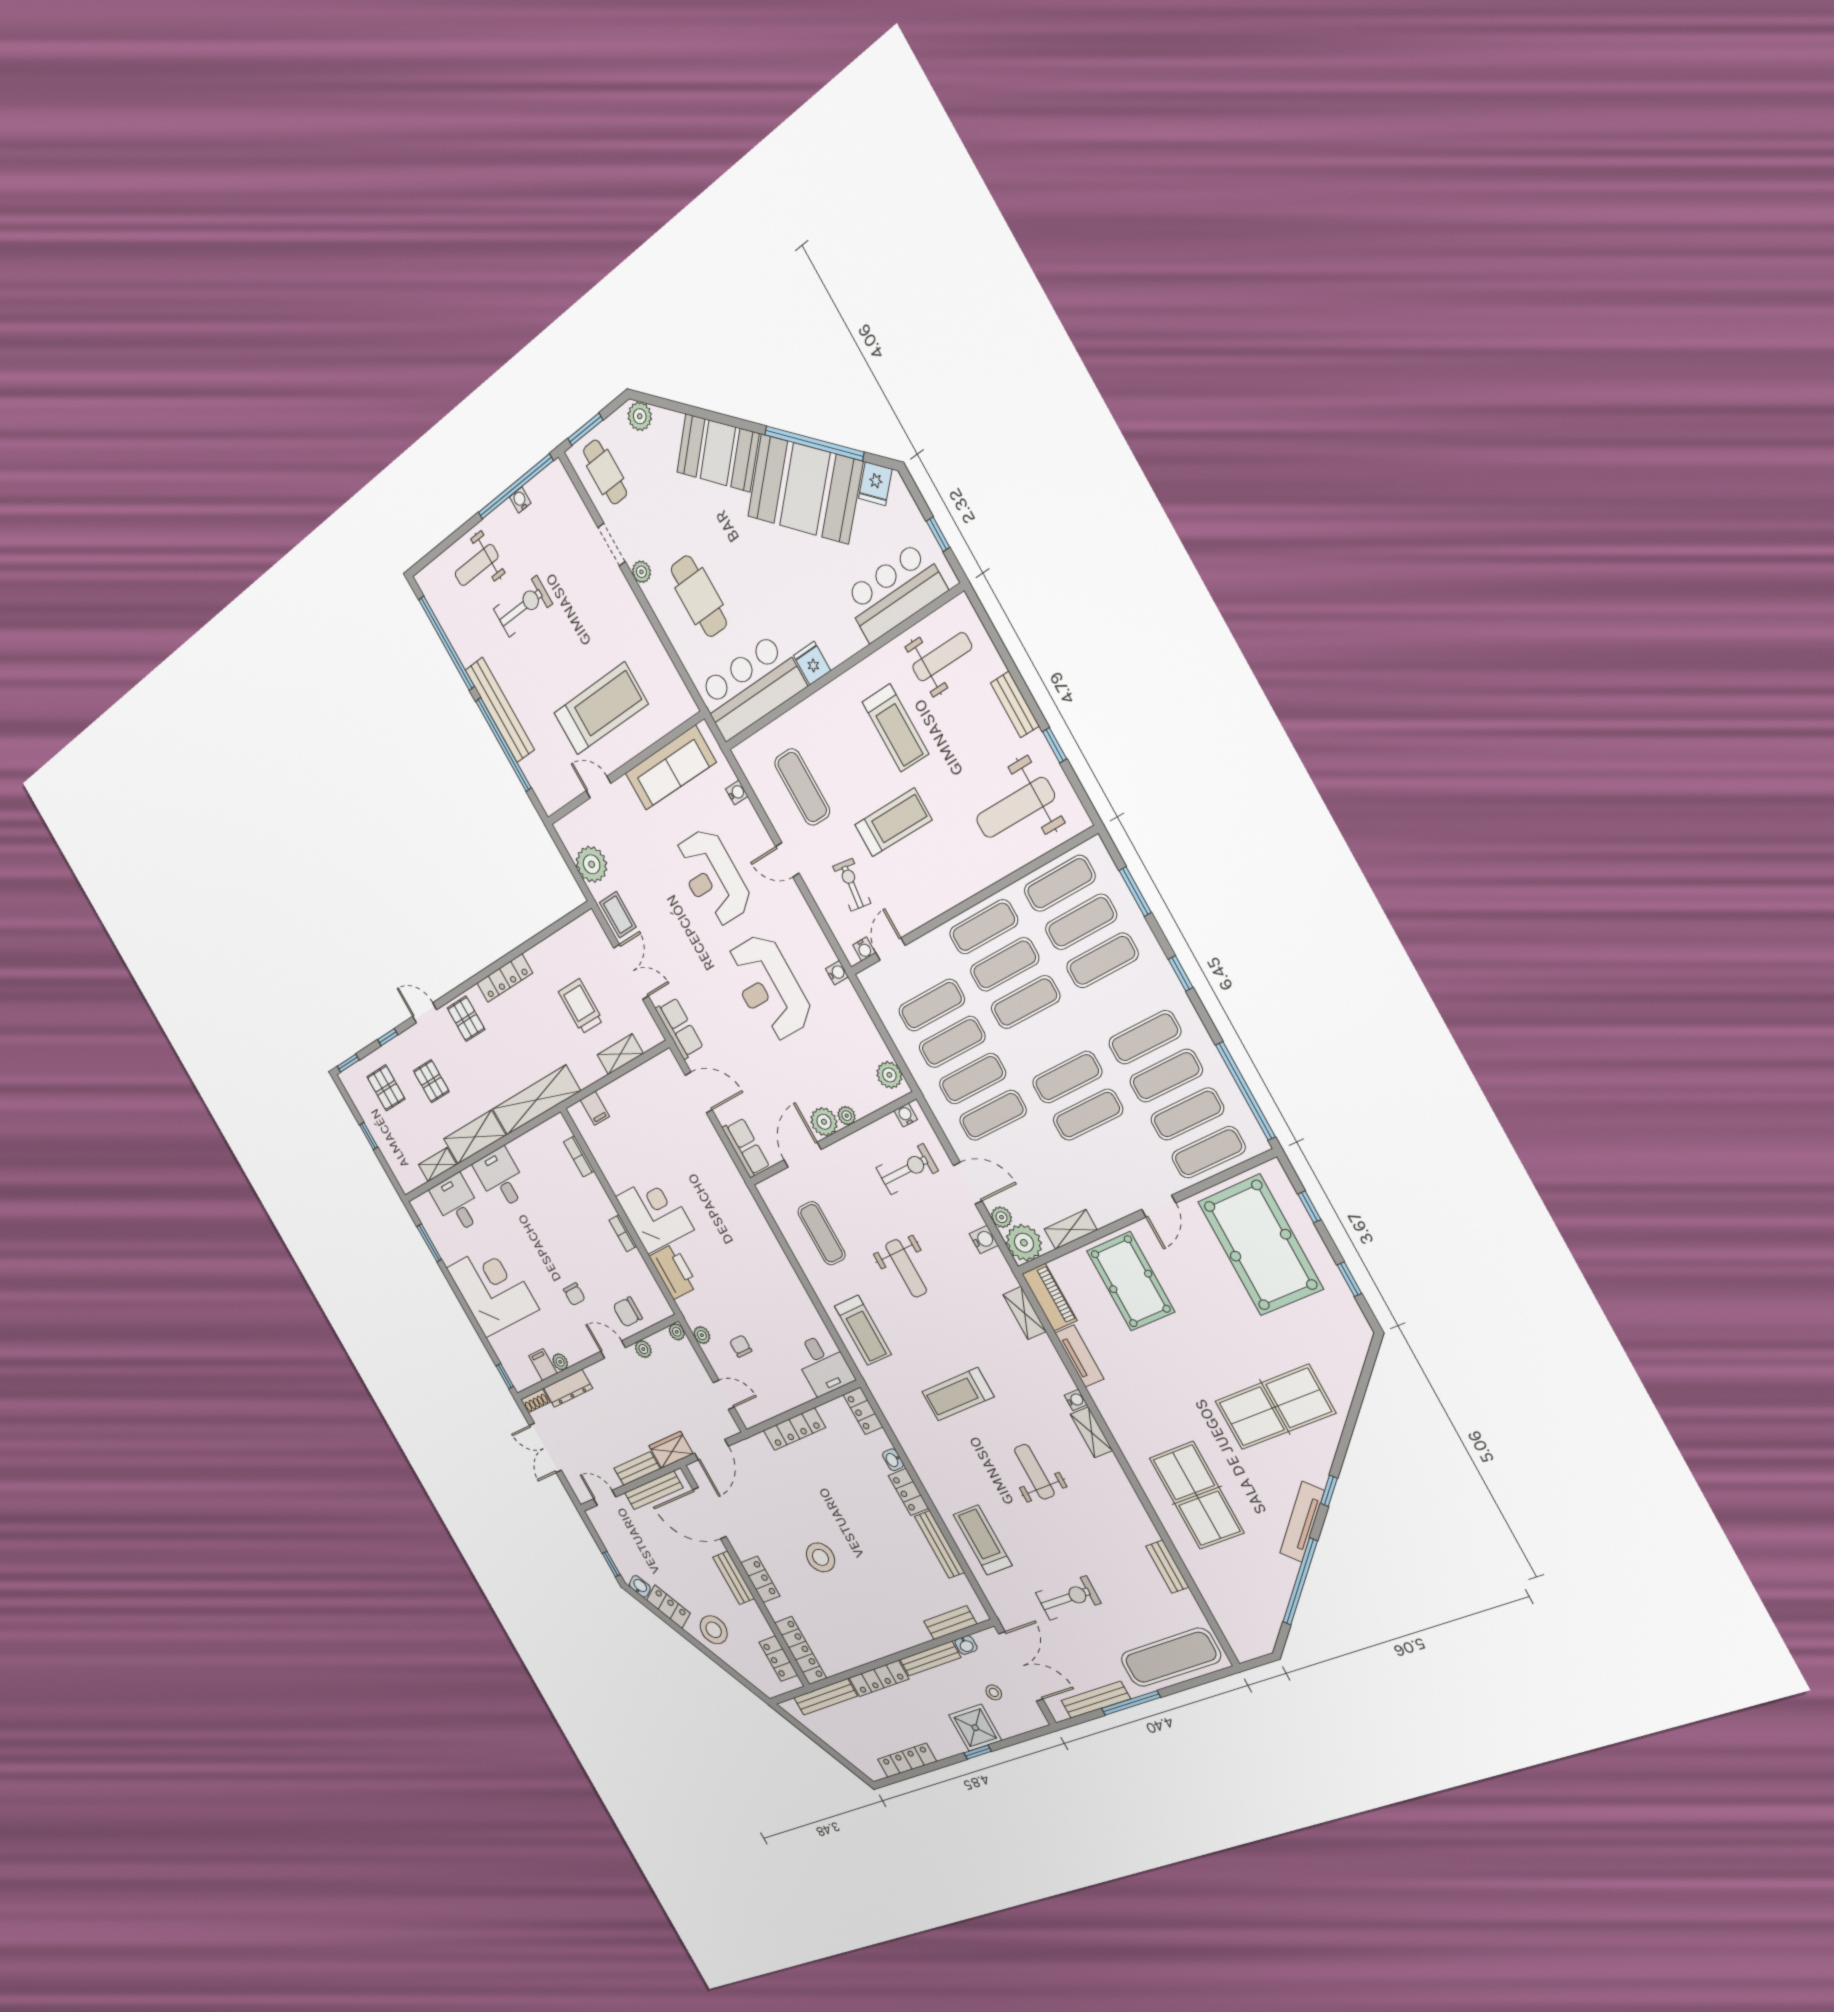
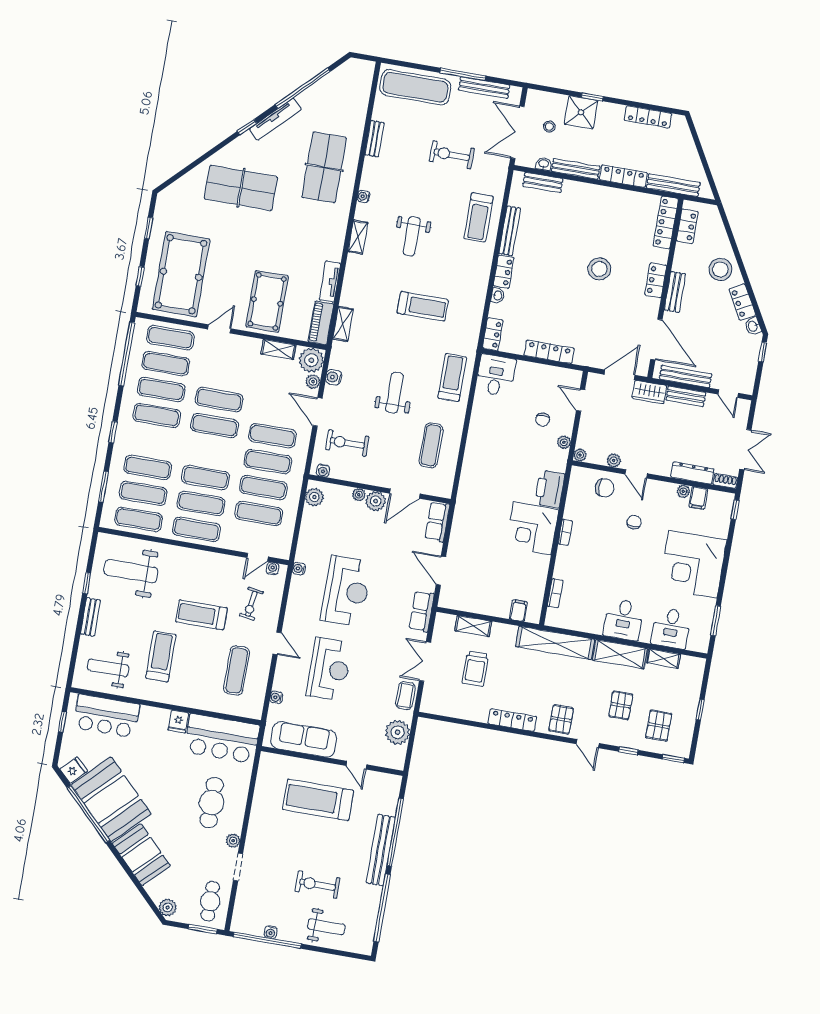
weight bench: (1015, 808) -> (131, 571), turned 180
water cooler: (1076, 1400) -> (364, 196), moved

